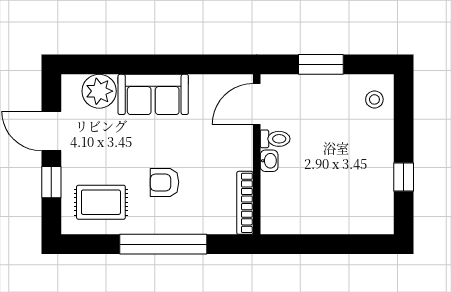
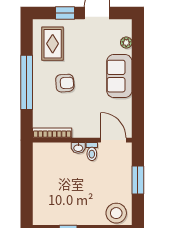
plant: (99, 91) -> (126, 43), width x0.53, depth x0.53
stool: (374, 99) -> (116, 213), width x1.89, depth x1.89
armchair: (164, 182) -> (65, 83), turned 86

